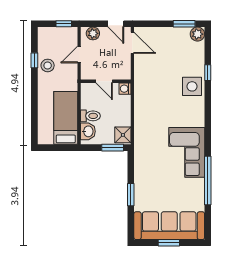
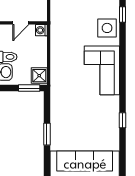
door: (104, 81) -> (21, 23), hinge flipped
corner sofa: (187, 152) -> (102, 70), moved
window: (208, 181) -> (122, 120), width x0.32

